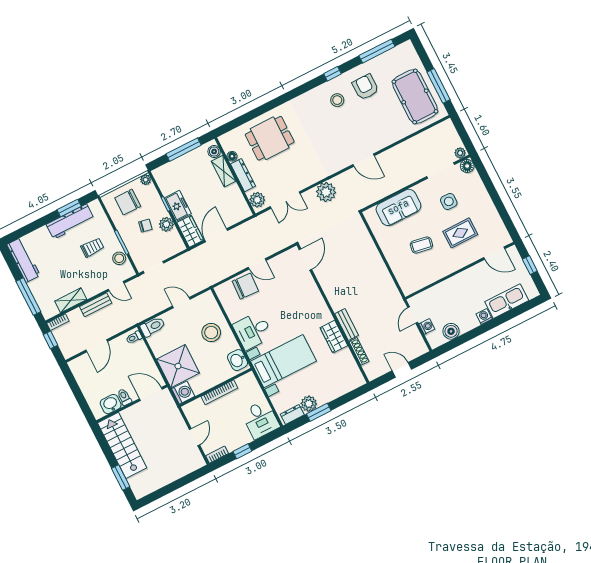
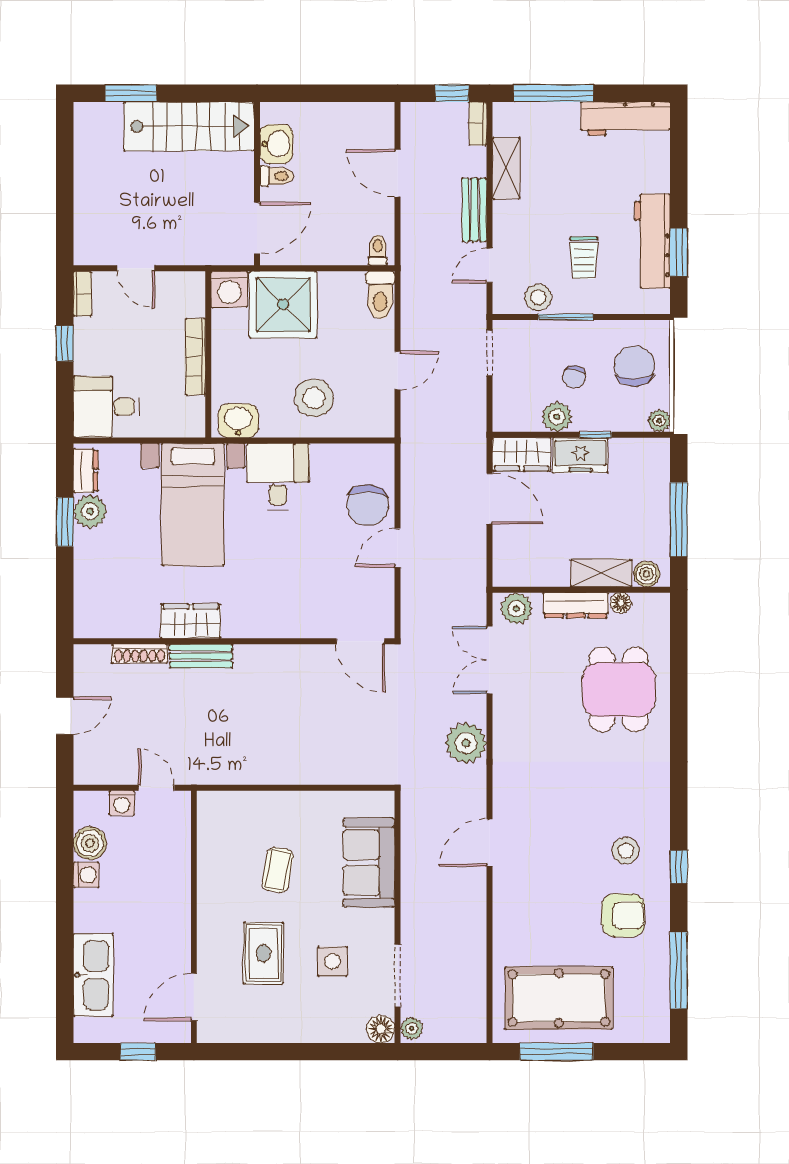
washing machine: (484, 317) -> (86, 875), moved

